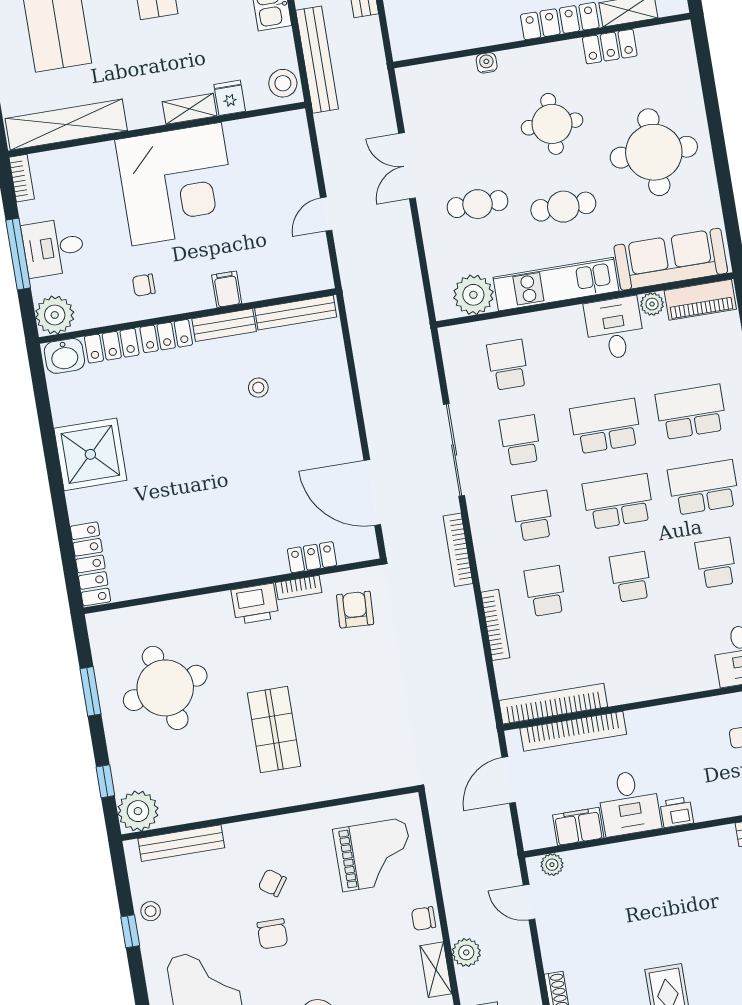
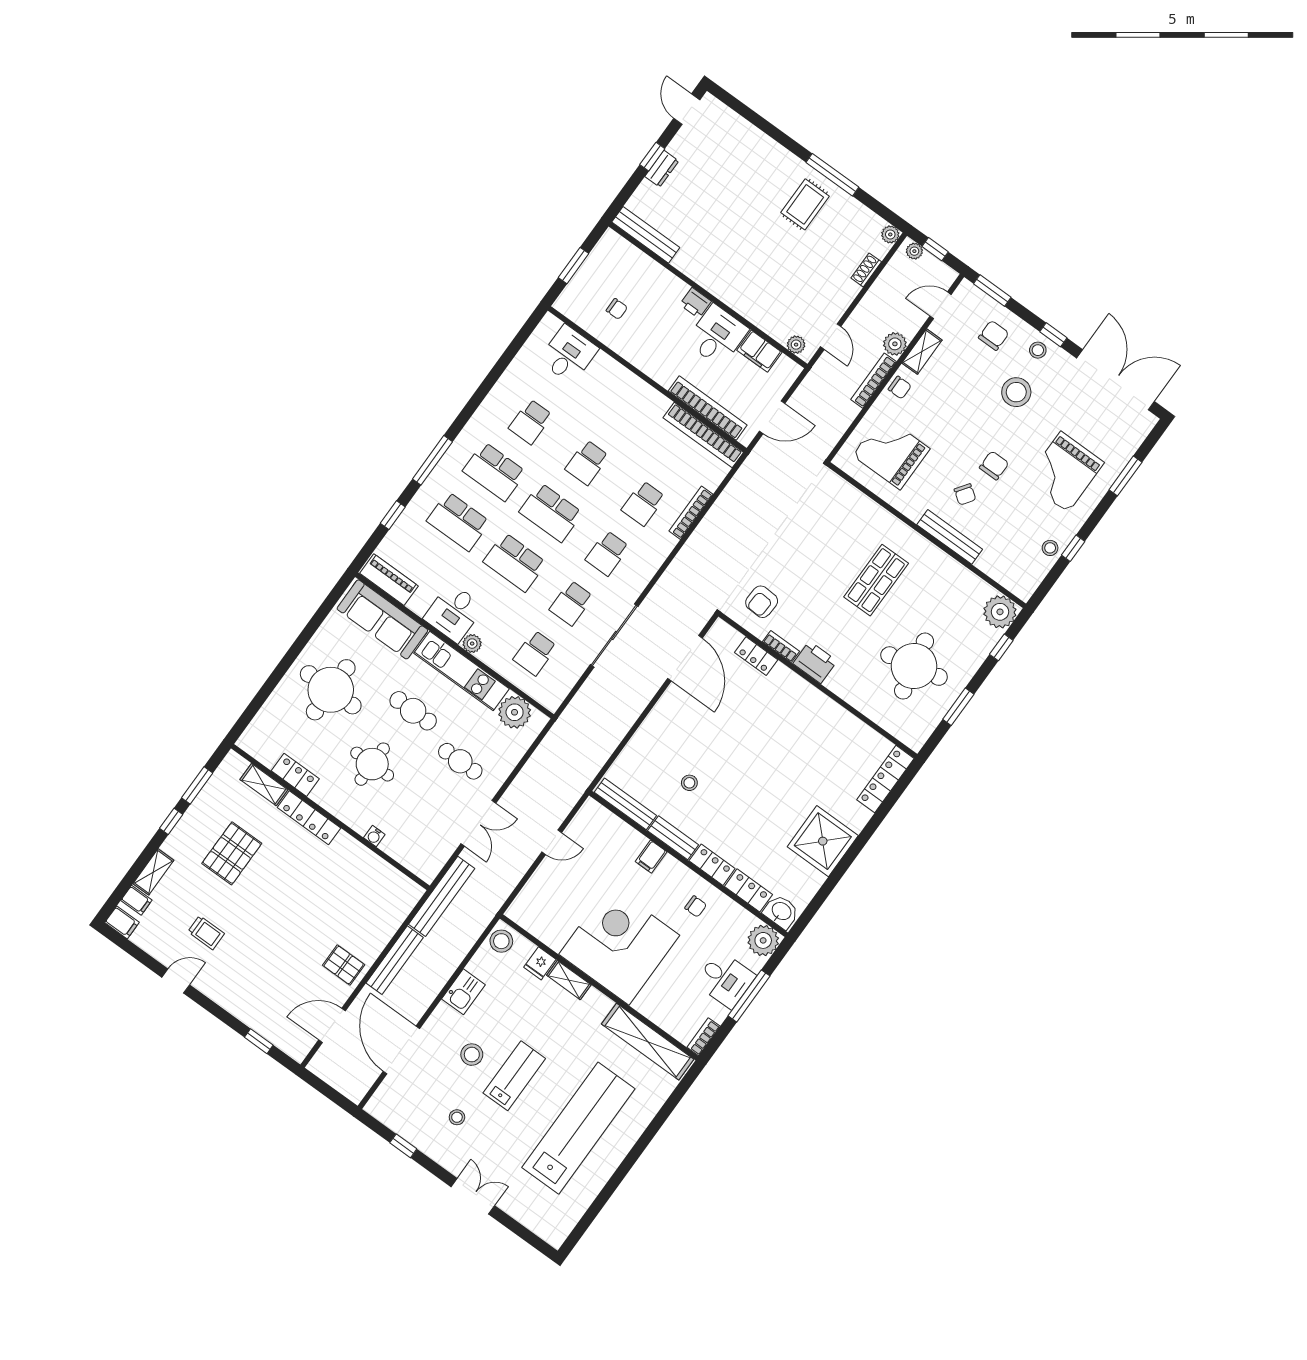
bench: (317, 60) -> (442, 896), moved
plant: (652, 304) -> (472, 644), moved
bookcase: (458, 550) -> (874, 381), moved, turned 180
bench: (181, 843) -> (950, 537), moved

